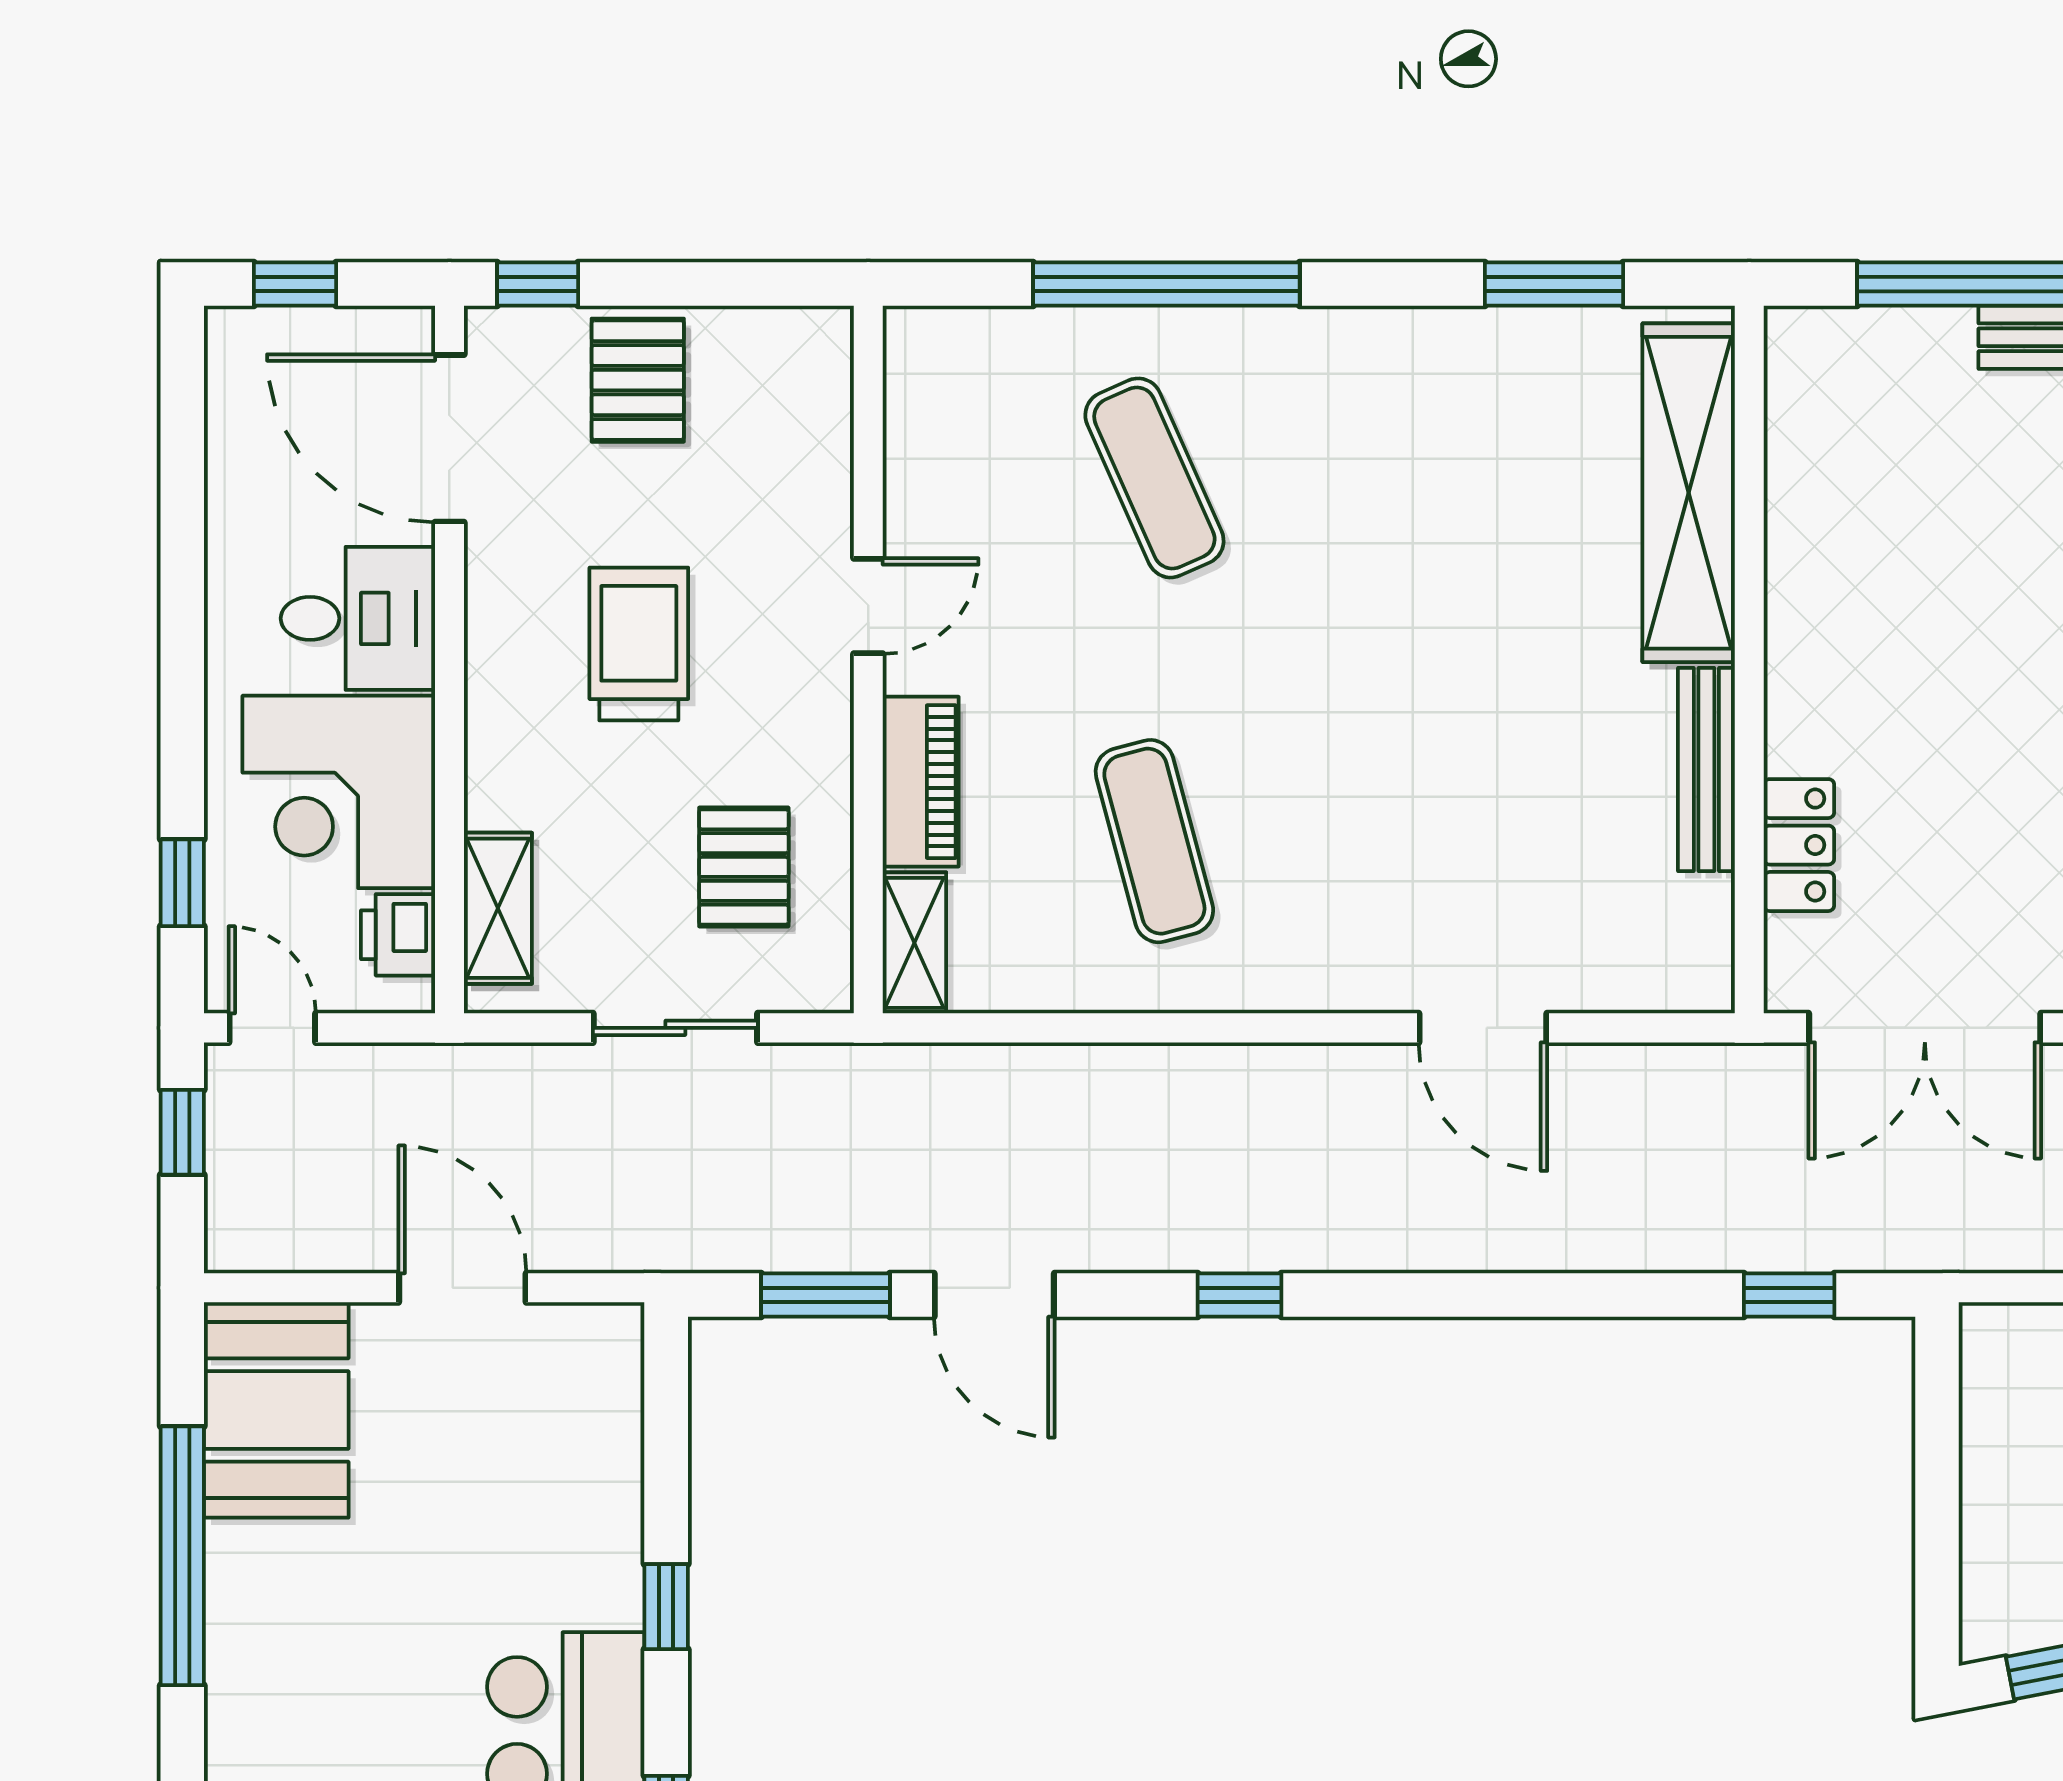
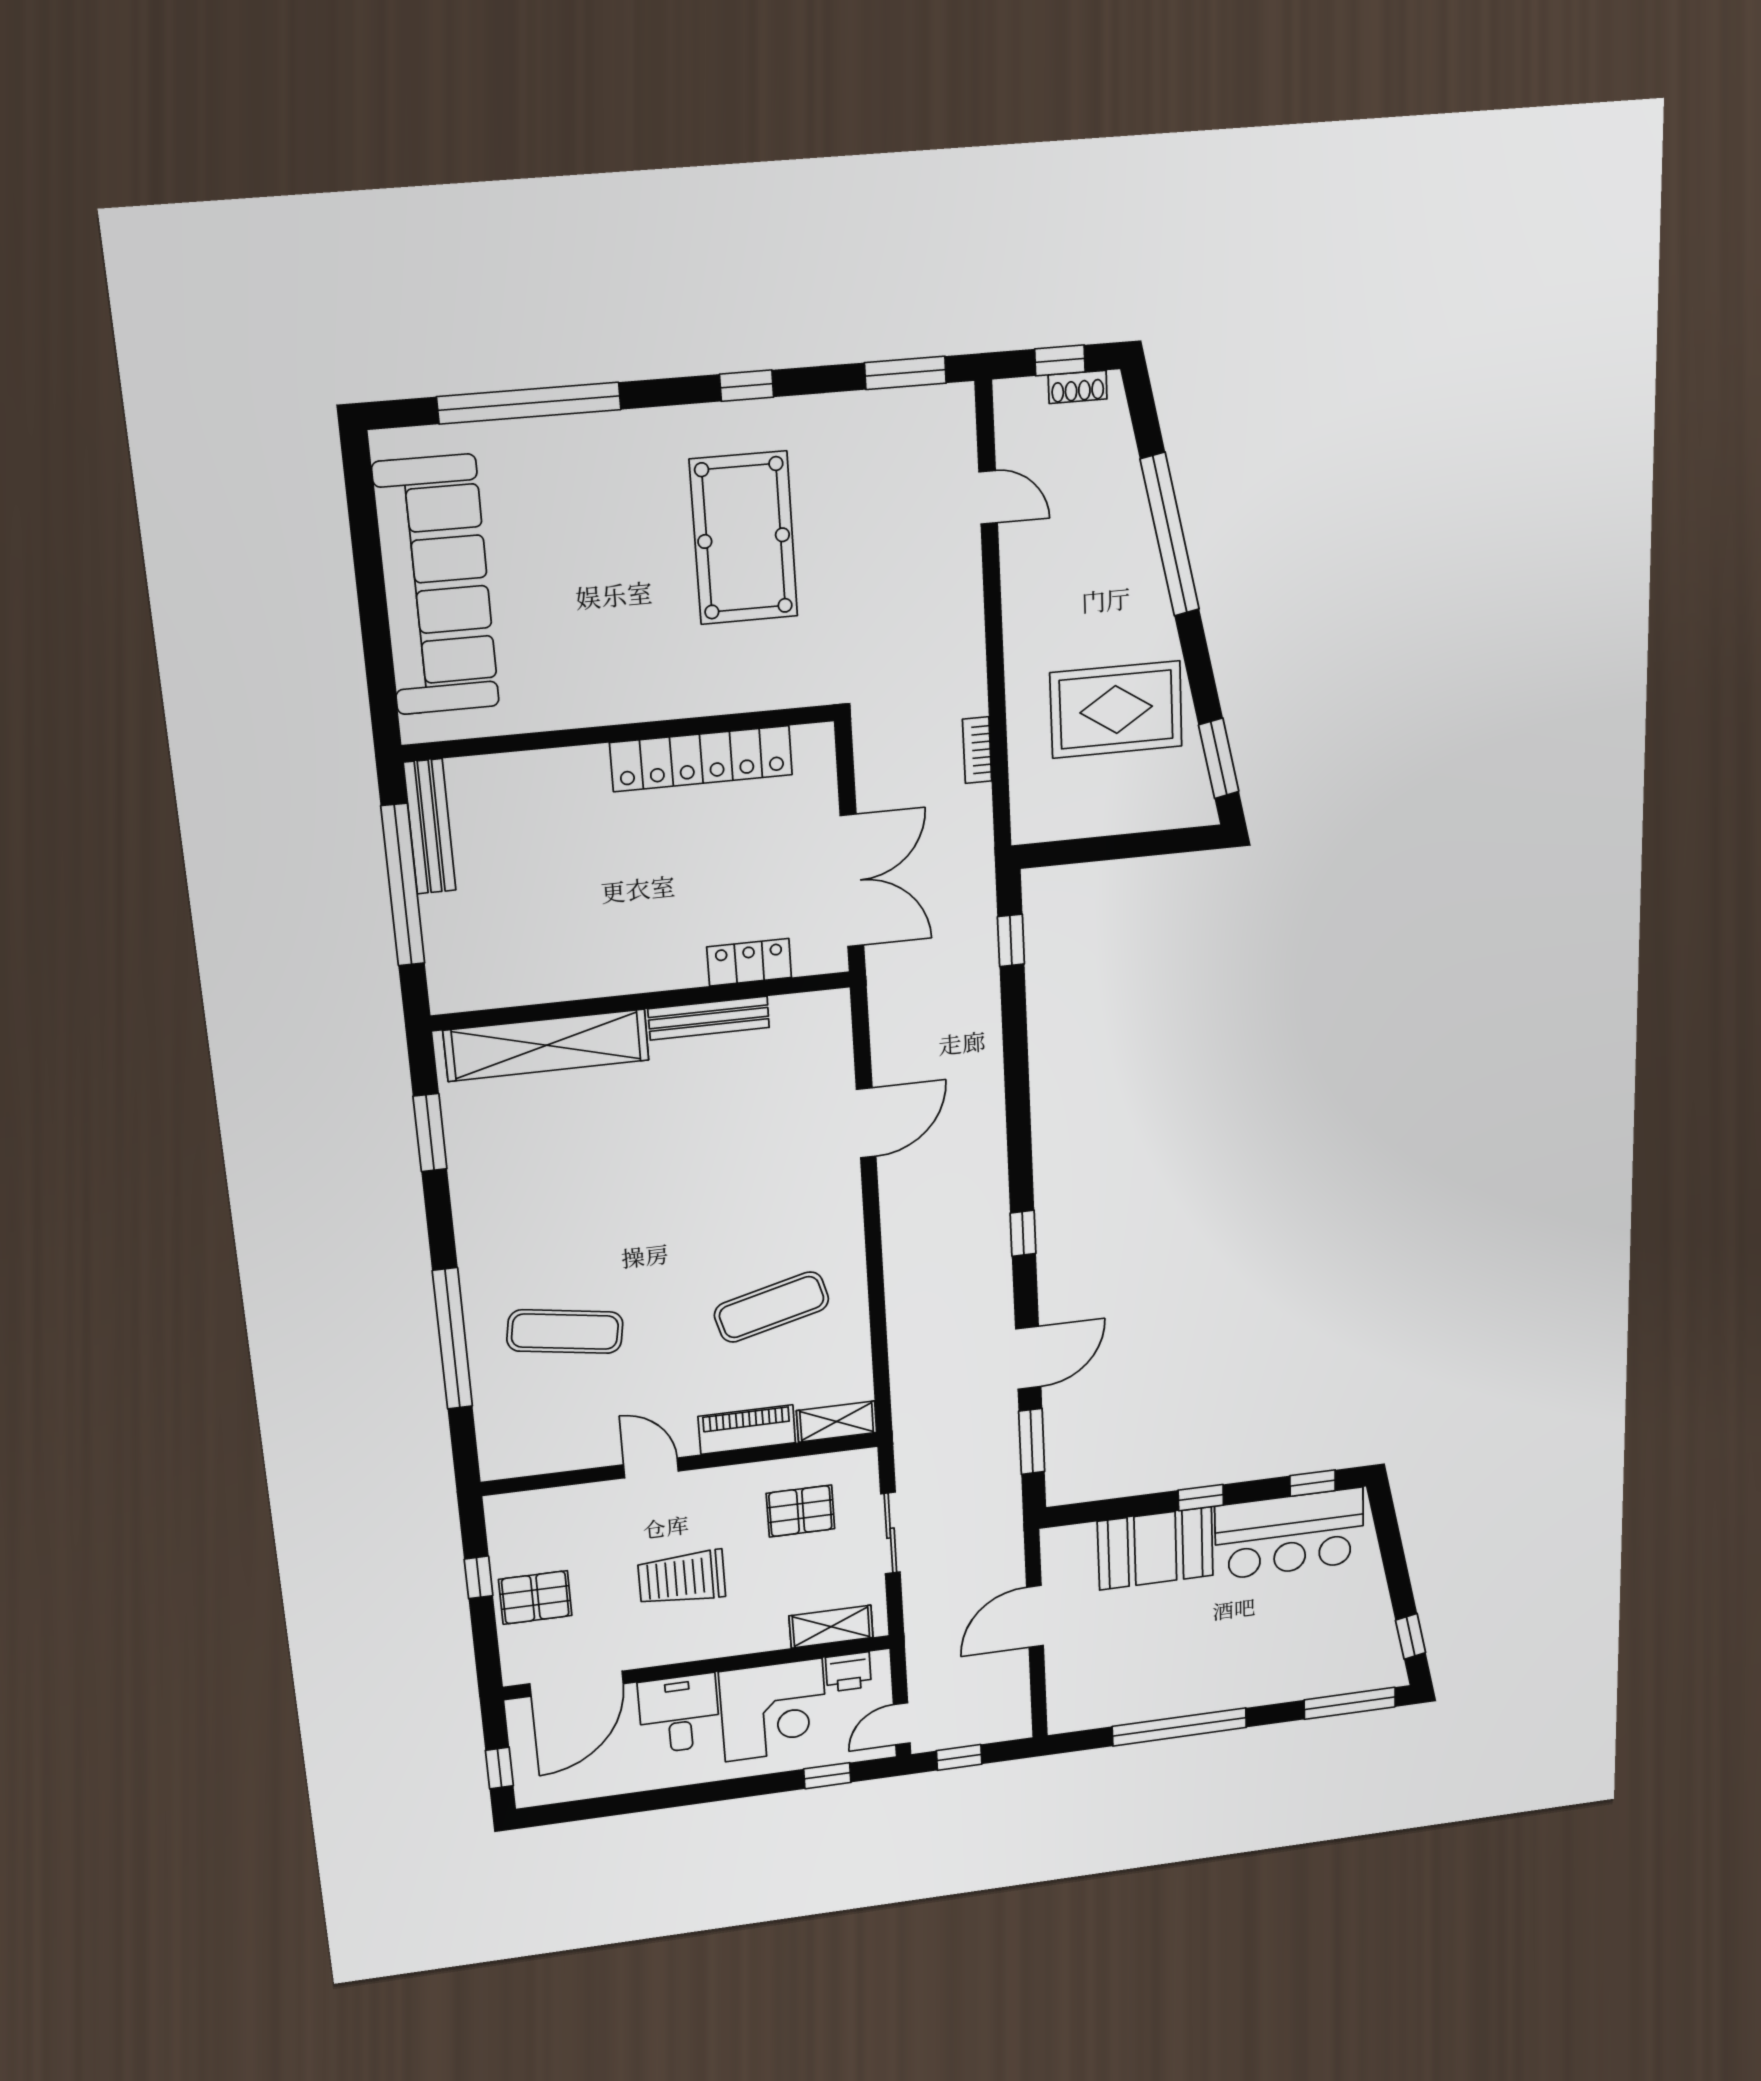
window: (538, 284) -> (479, 1577), moved
exercise mat: (1154, 478) -> (565, 1332), turned 33
booth: (276, 1410) -> (1155, 1548), moved

